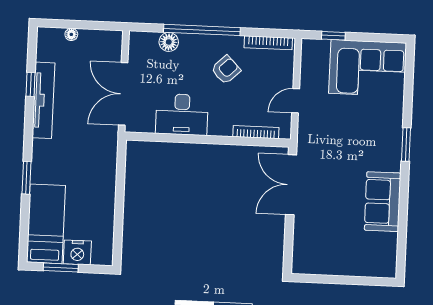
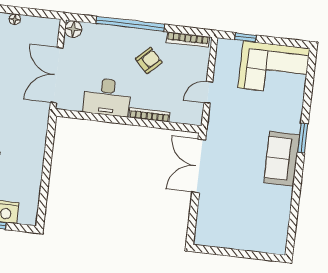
floor lamp: (169, 42) -> (73, 29), moved
bookcase: (256, 132) -> (149, 115), moved
sofa: (383, 202) -> (282, 159), moved

